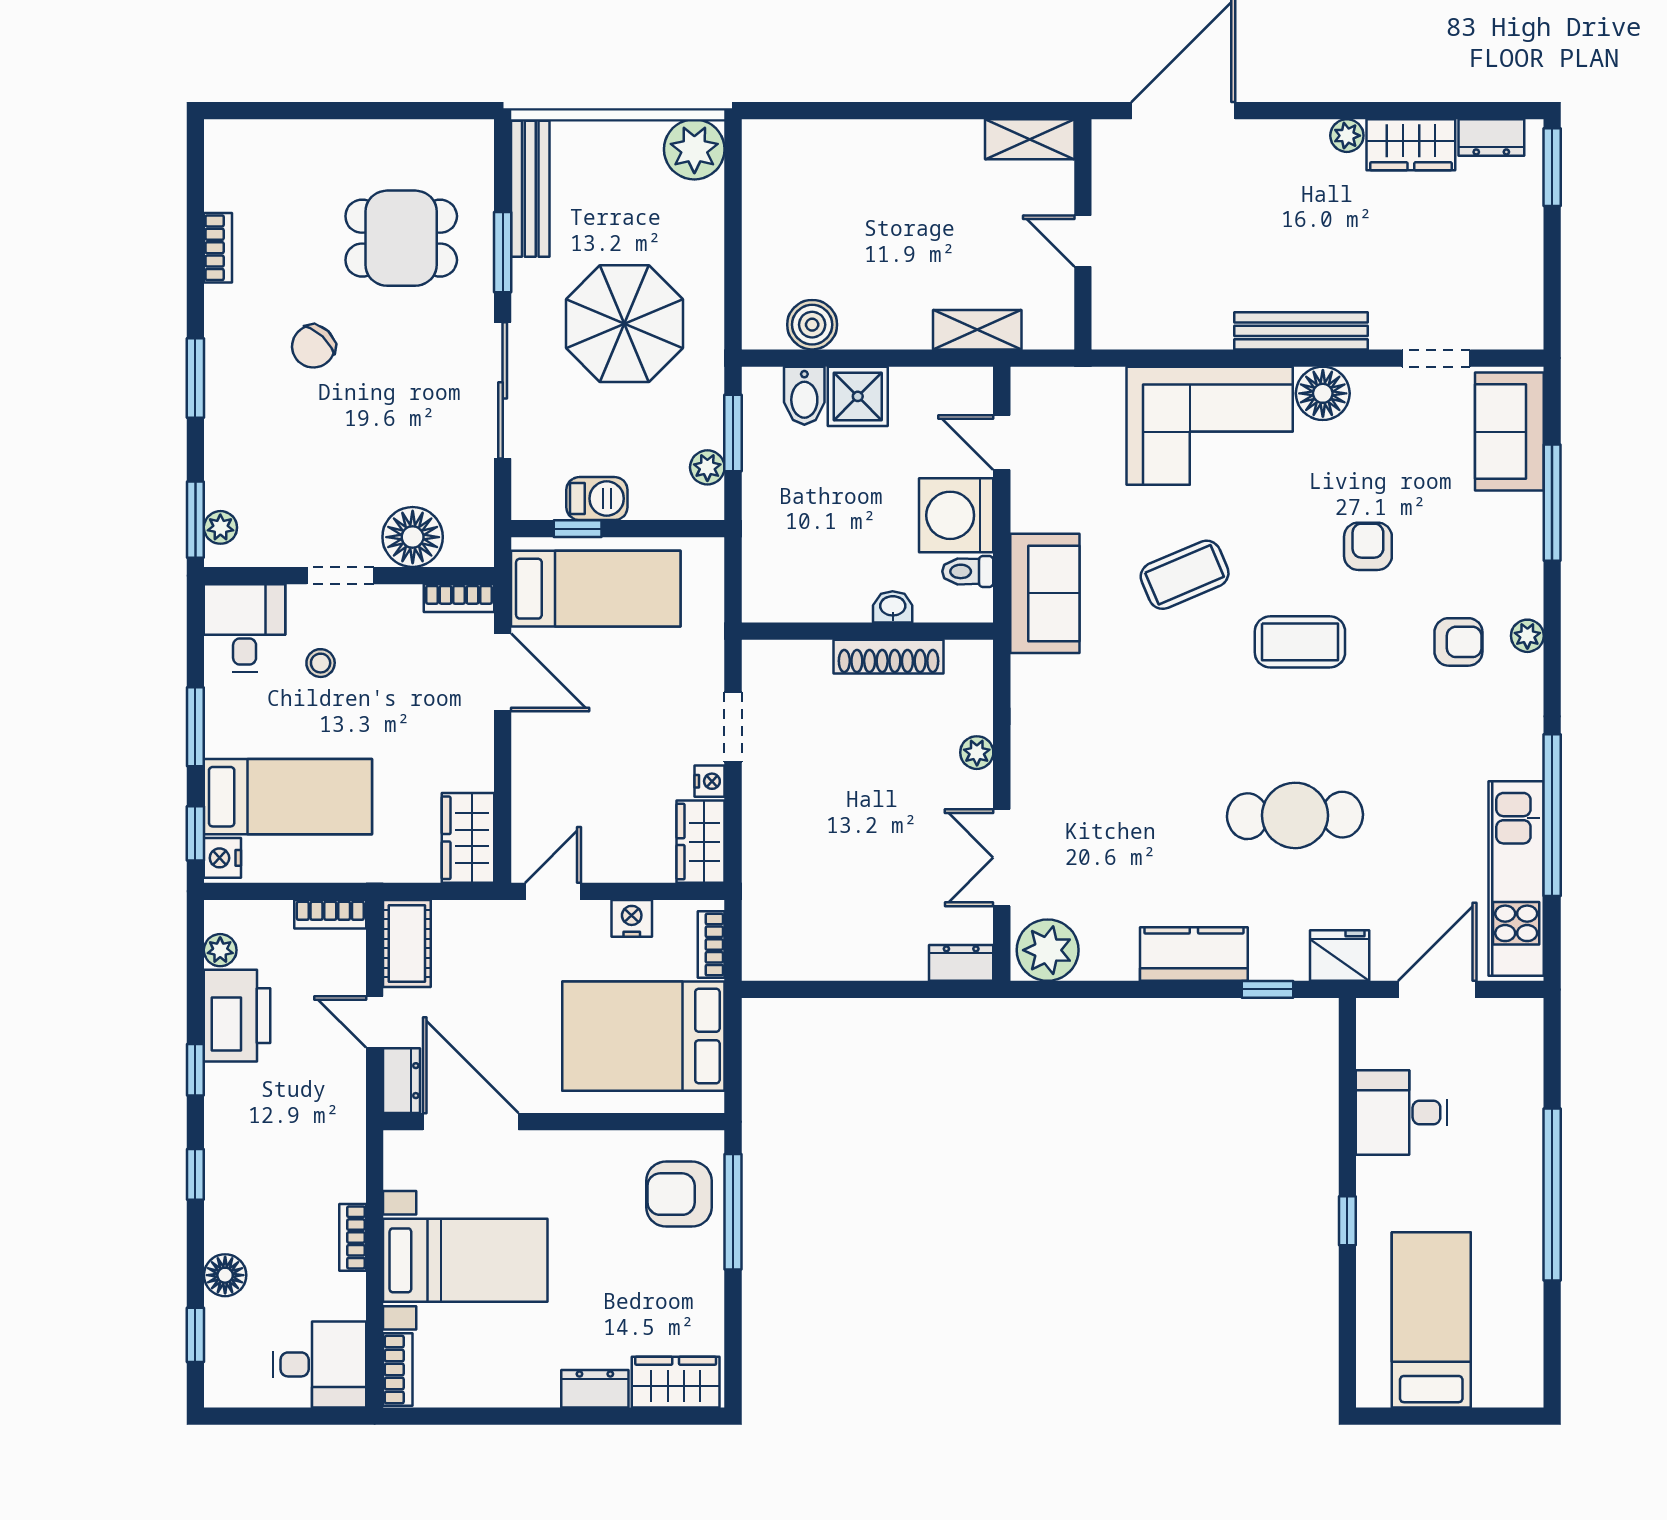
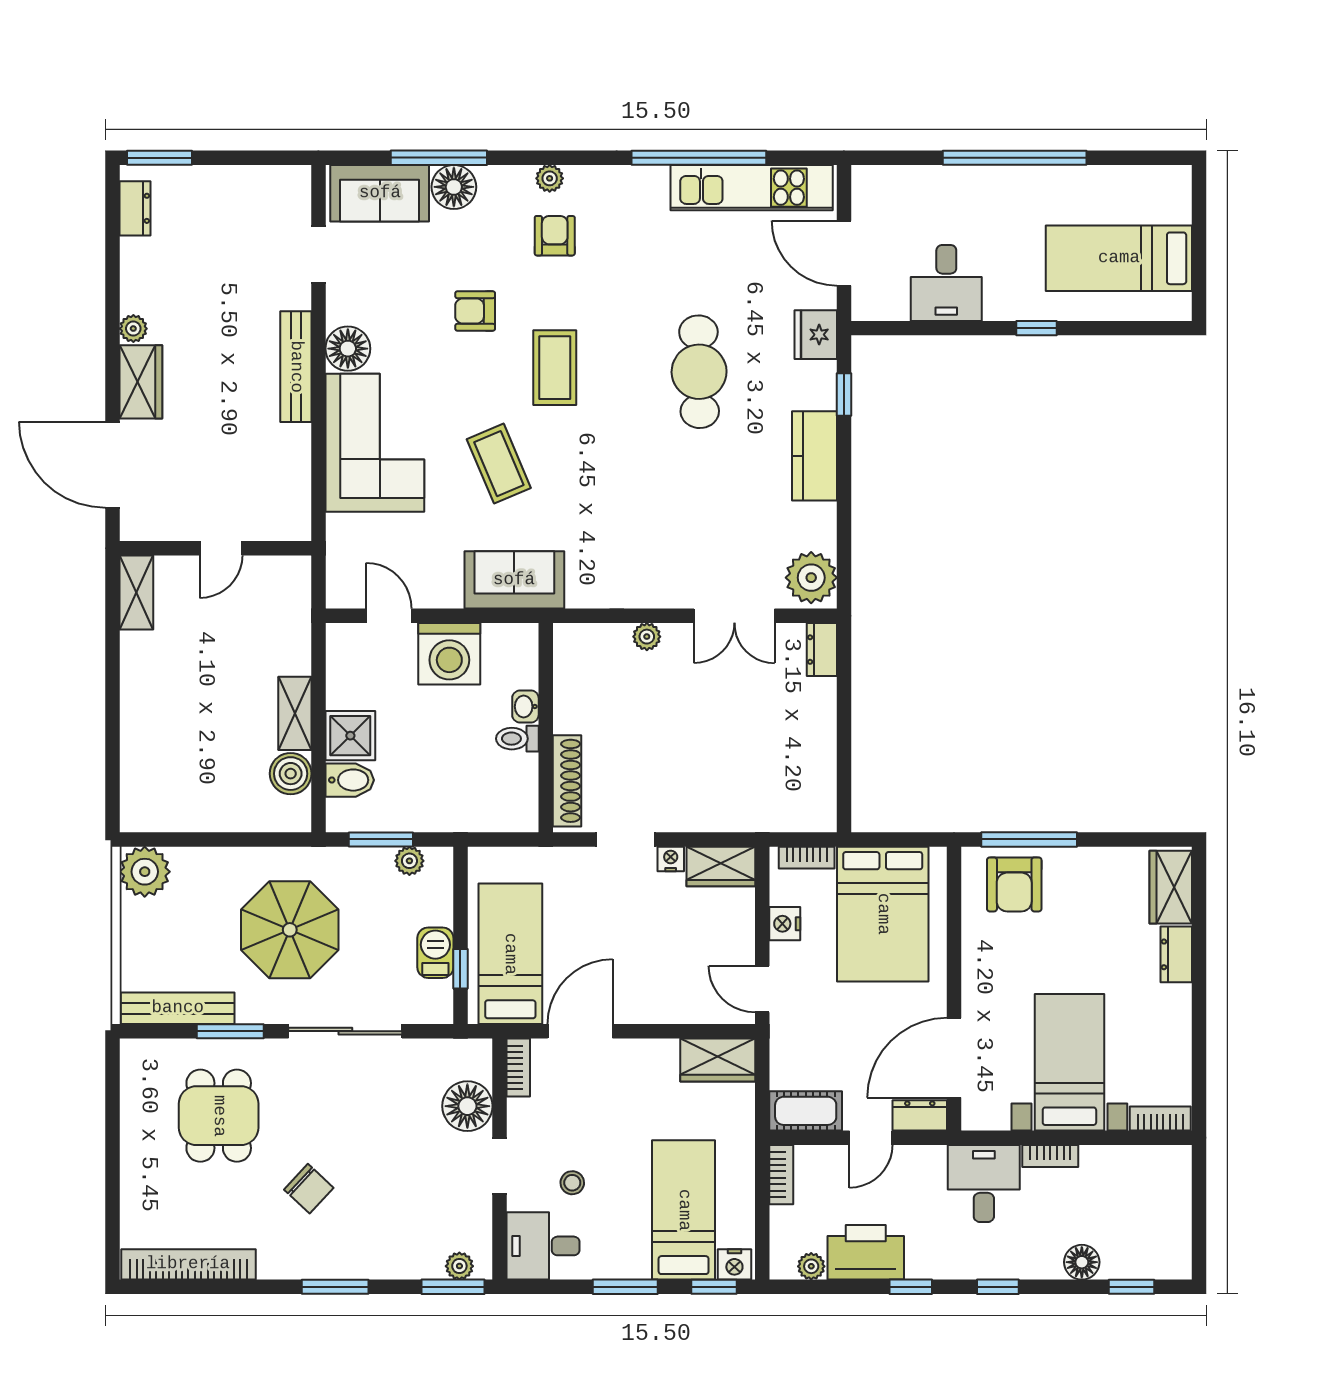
wardrobe: (1411, 145) -> (141, 382), moved
bookcase: (218, 248) -> (188, 1264), width x2.31, depth x1.31
shelving: (977, 330) -> (295, 713), moved
door: (1002, 443) -> (389, 616), swing flipped
floor lamp: (1517, 521) -> (454, 187), added
toilet: (968, 571) -> (517, 739), moved, turned 90
shoe rack: (889, 657) -> (567, 781), moved
desk: (320, 1364) -> (984, 1183), moved

